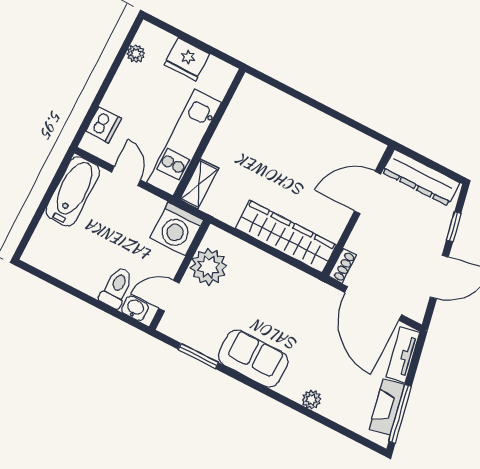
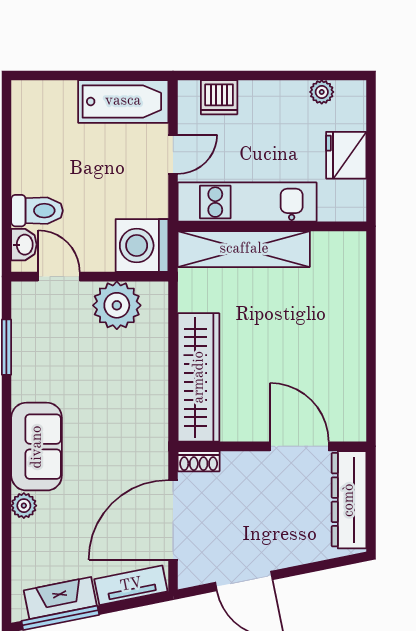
shelving: (199, 184) -> (244, 249), width x2.20, depth x1.33
window: (454, 227) -> (311, 568), removed
sofa: (253, 358) -> (37, 447), moved

